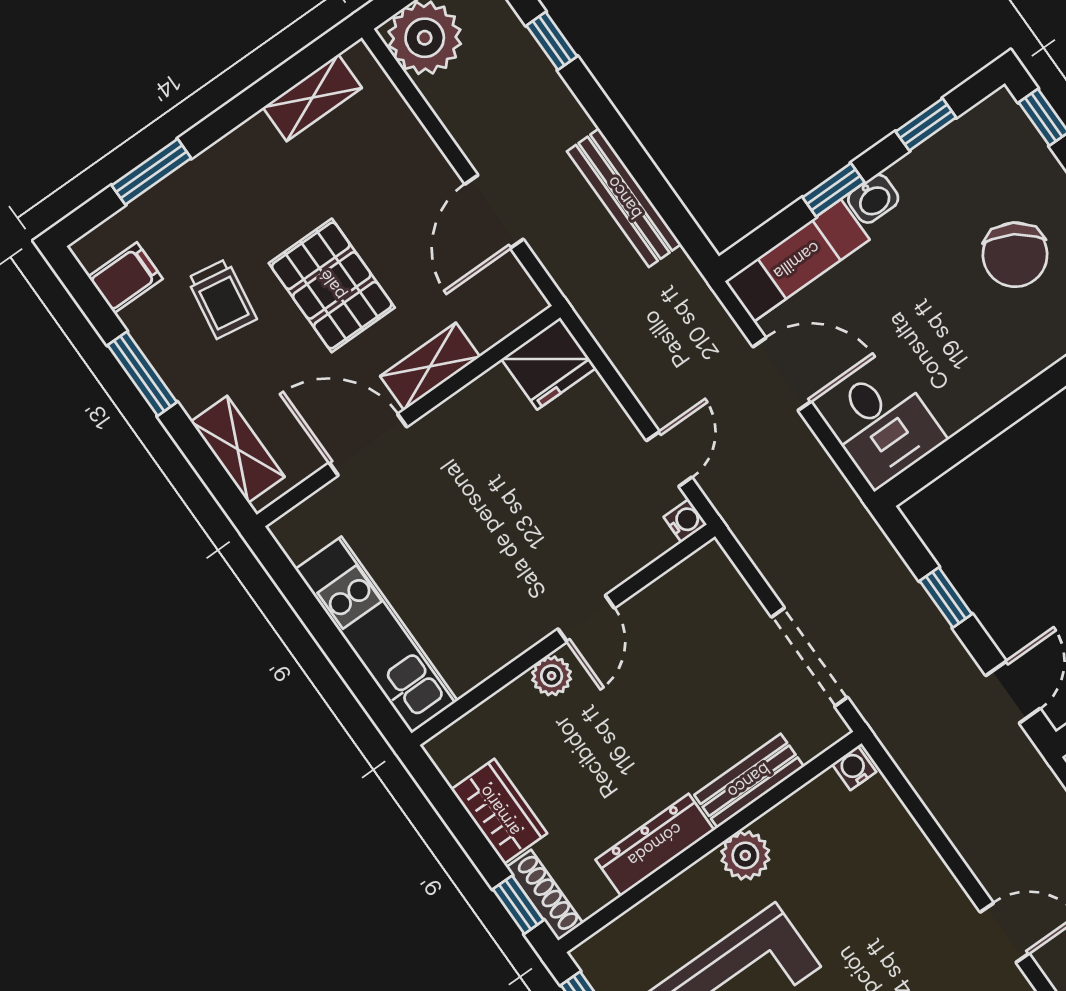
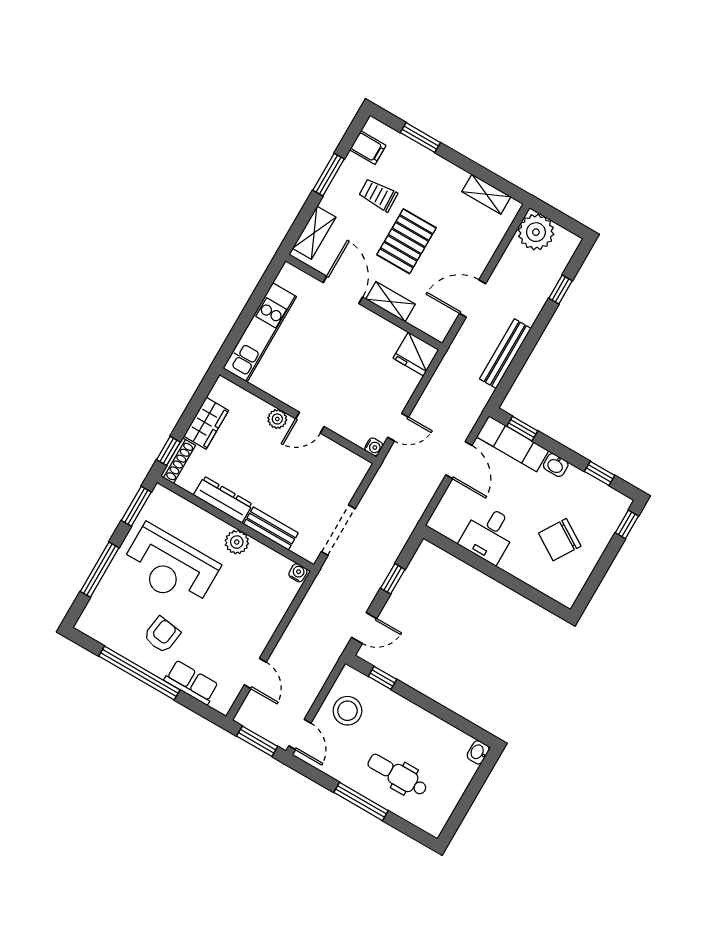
window: (834, 190) -> (522, 429), moved
trolley: (222, 299) -> (378, 195), turned 79
desk: (883, 426) -> (489, 534), moved

